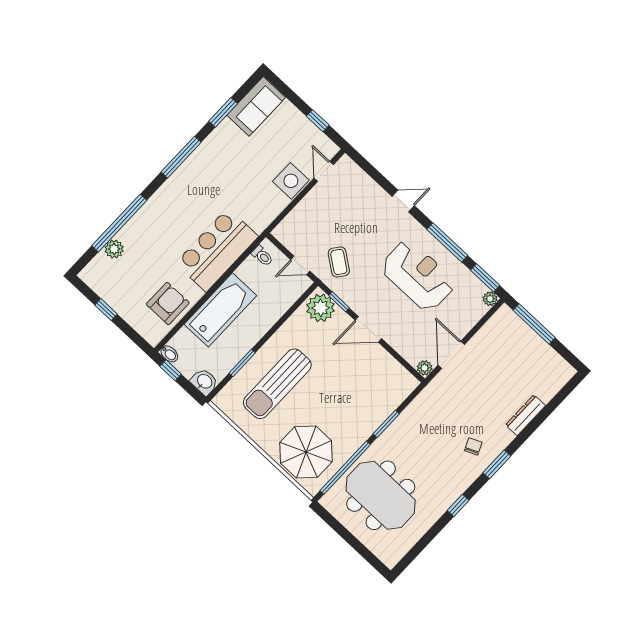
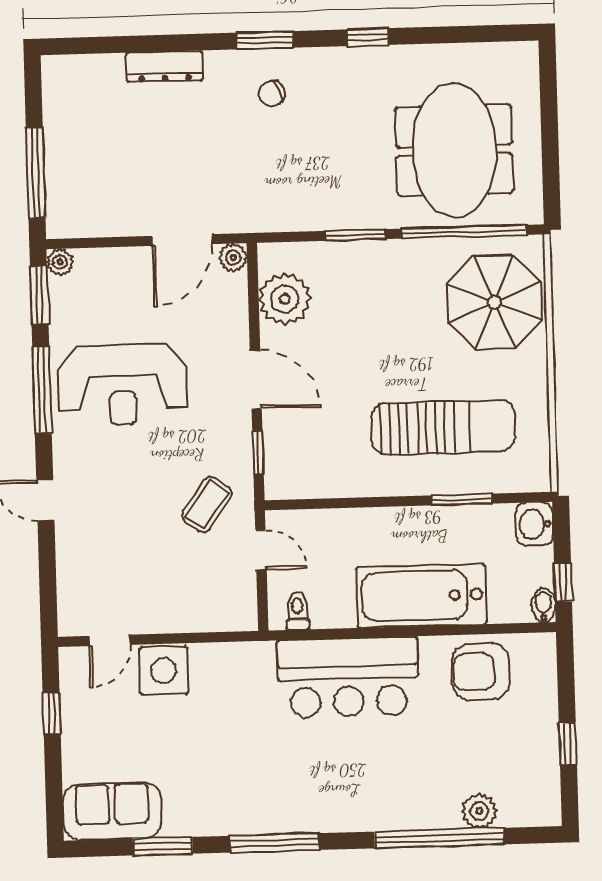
reception desk: (418, 276) -> (123, 385), turned -90
plant: (321, 308) -> (285, 299), moved

